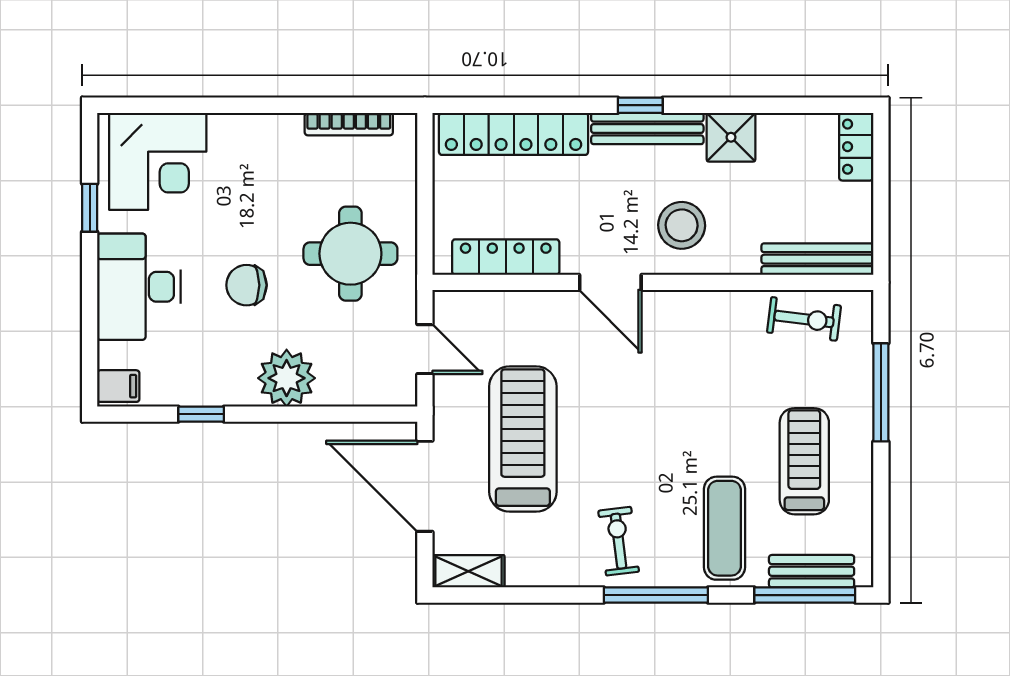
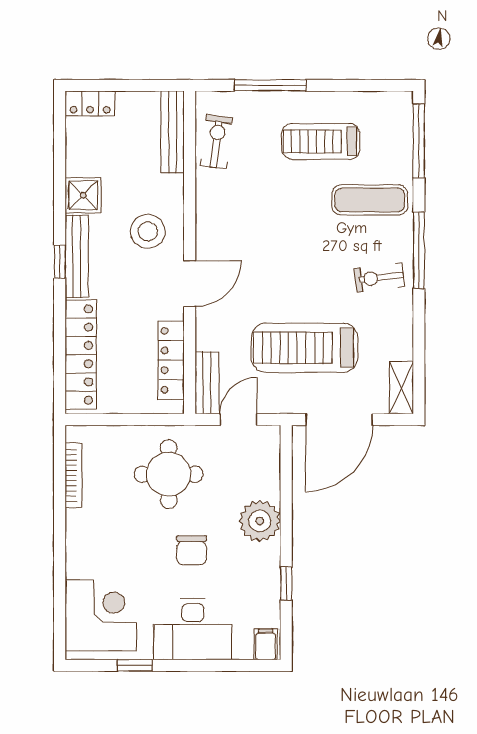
bench: (812, 571) -> (207, 383), moved

